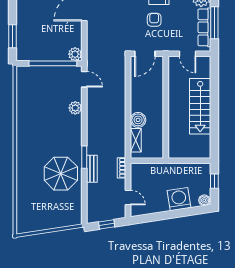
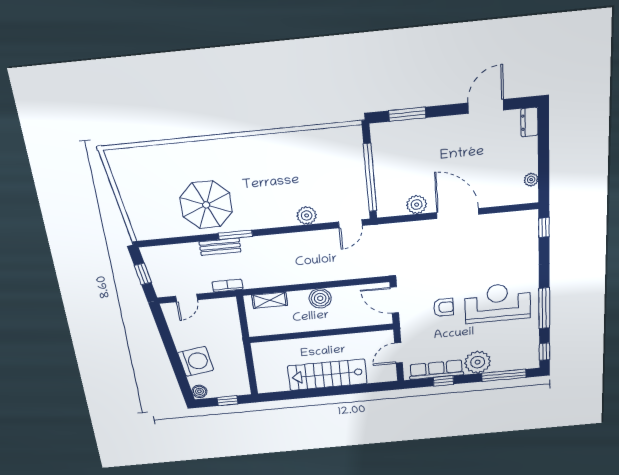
window: (214, 23) -> (443, 381), width x0.46
plant: (75, 54) -> (417, 205), moved
boiler: (138, 120) -> (320, 298), moved

